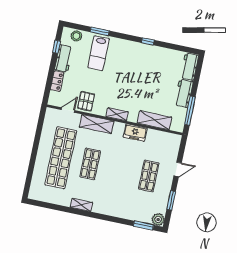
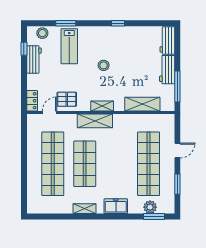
stool: (126, 77) -> (104, 65), added
locker: (57, 81) -> (32, 101), moved
pallet: (86, 101) -> (67, 99), turned 90
shelving: (97, 124) -> (95, 121), moved
freezer: (135, 133) -> (116, 206), moved, turned 180
shop shelf: (90, 164) -> (85, 164), width x1.43, depth x1.36
shop shelf: (149, 176) -> (149, 164), width x2.00, depth x1.36
plant: (158, 219) -> (150, 207), moved

